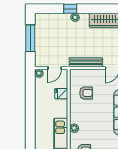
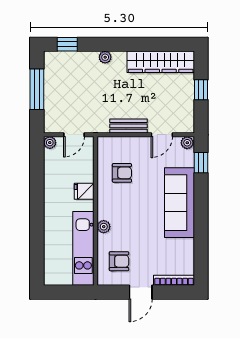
window: (70, 9) -> (67, 44), moved
bench: (86, 62) -> (129, 126), width x0.73
fridge: (61, 94) -> (84, 191), moved

